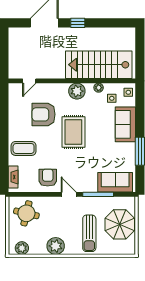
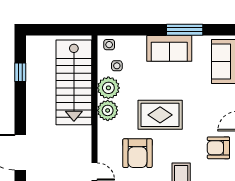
window: (78, 23) -> (20, 72), moved
plant: (99, 88) -> (108, 88), width x1.87, depth x1.87
sofa: (125, 124) -> (169, 48), moved

